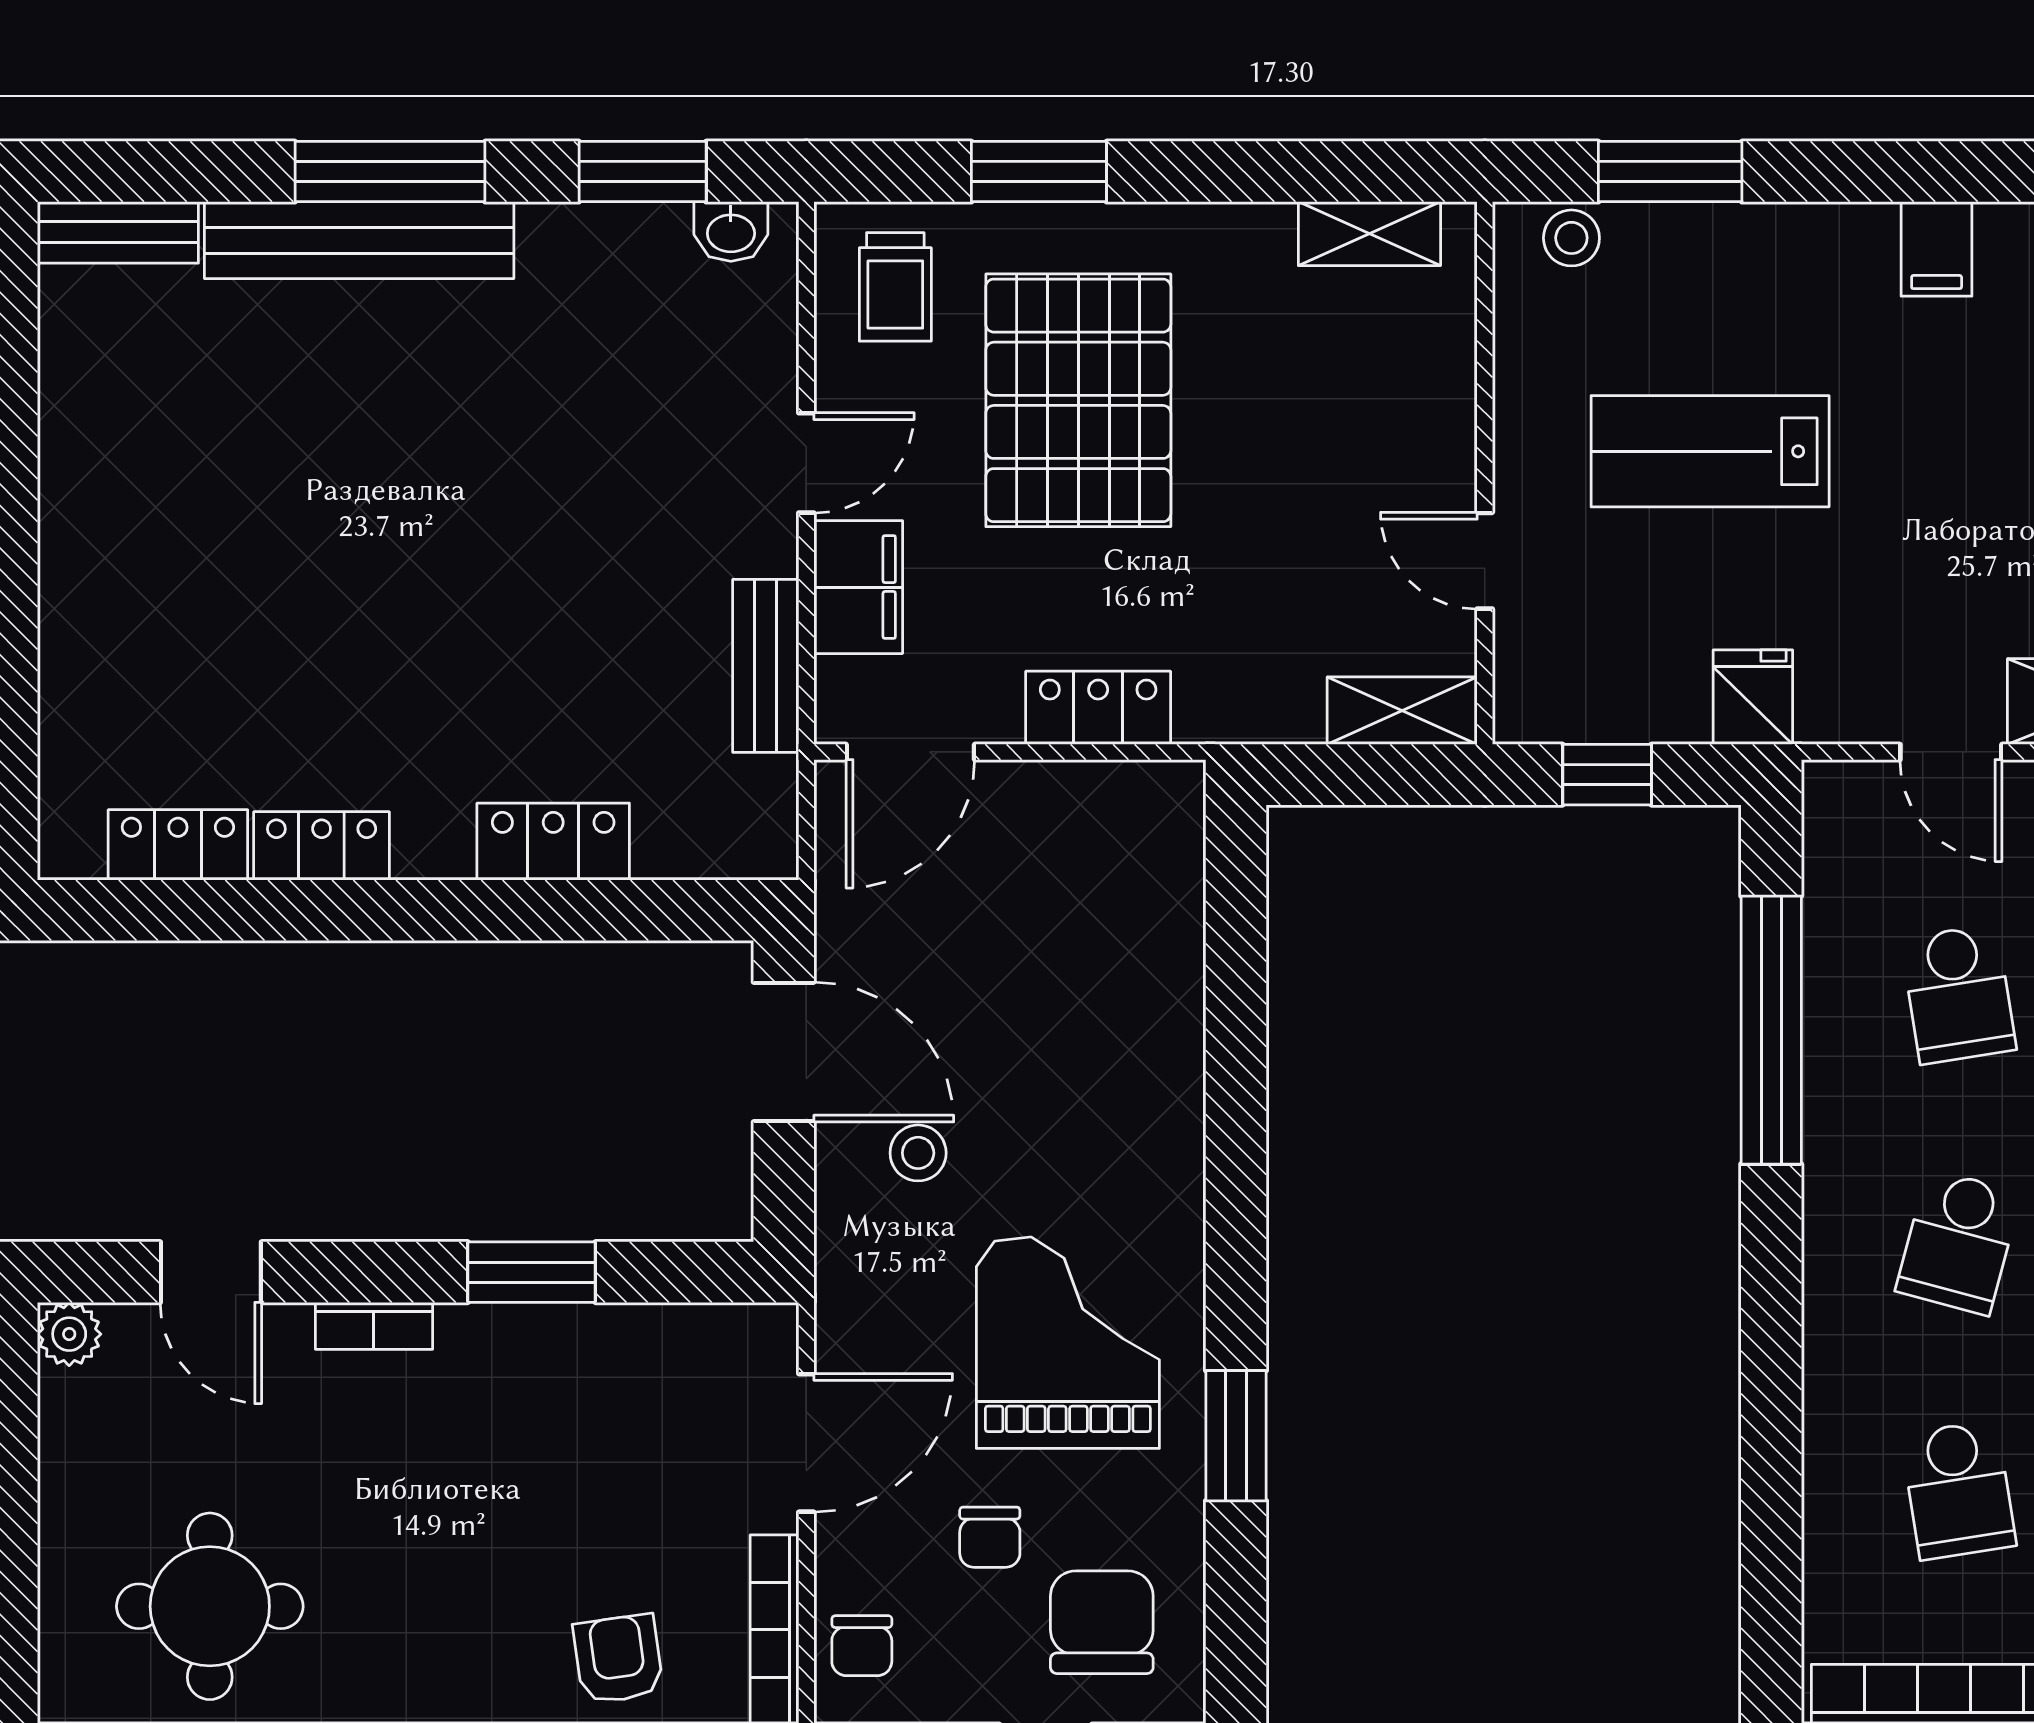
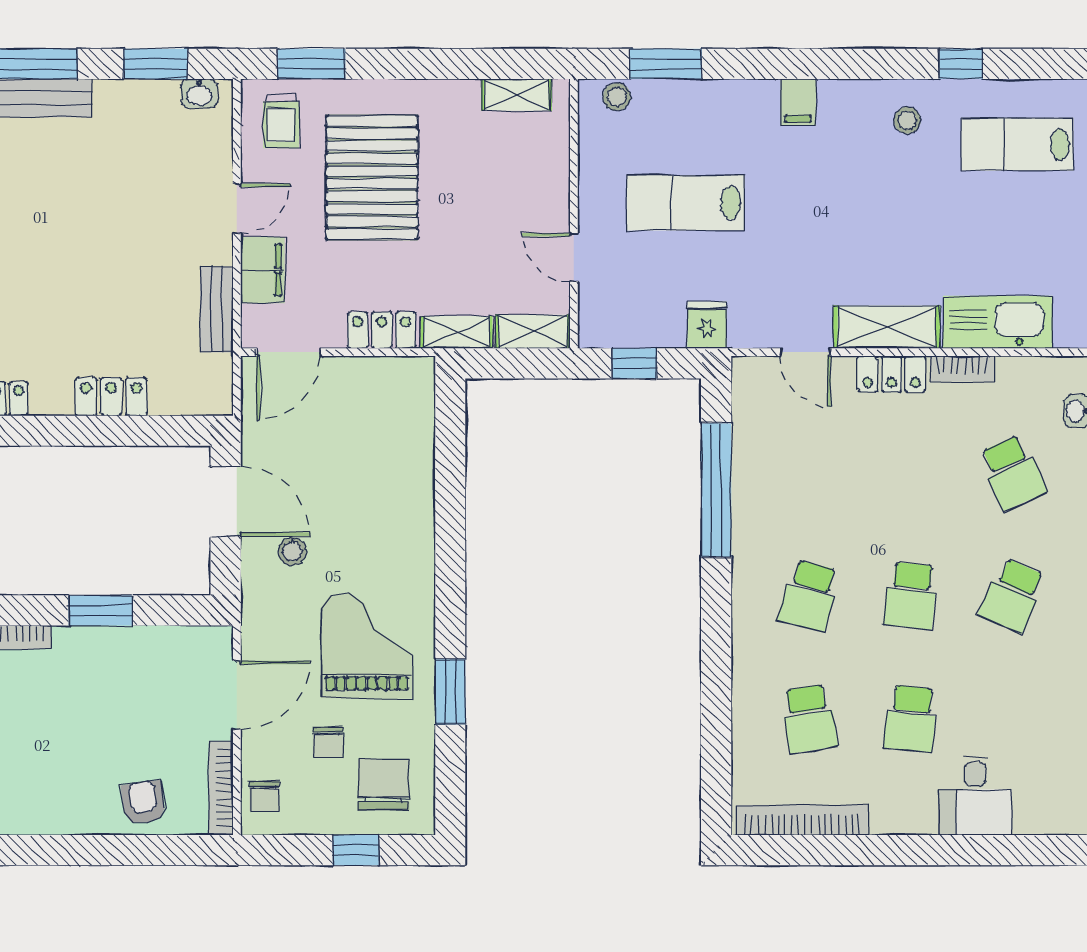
window: (1039, 172) -> (312, 64), moved
shelving: (1249, 712) -> (457, 332), added
school desk: (1958, 994) -> (809, 472), removed

